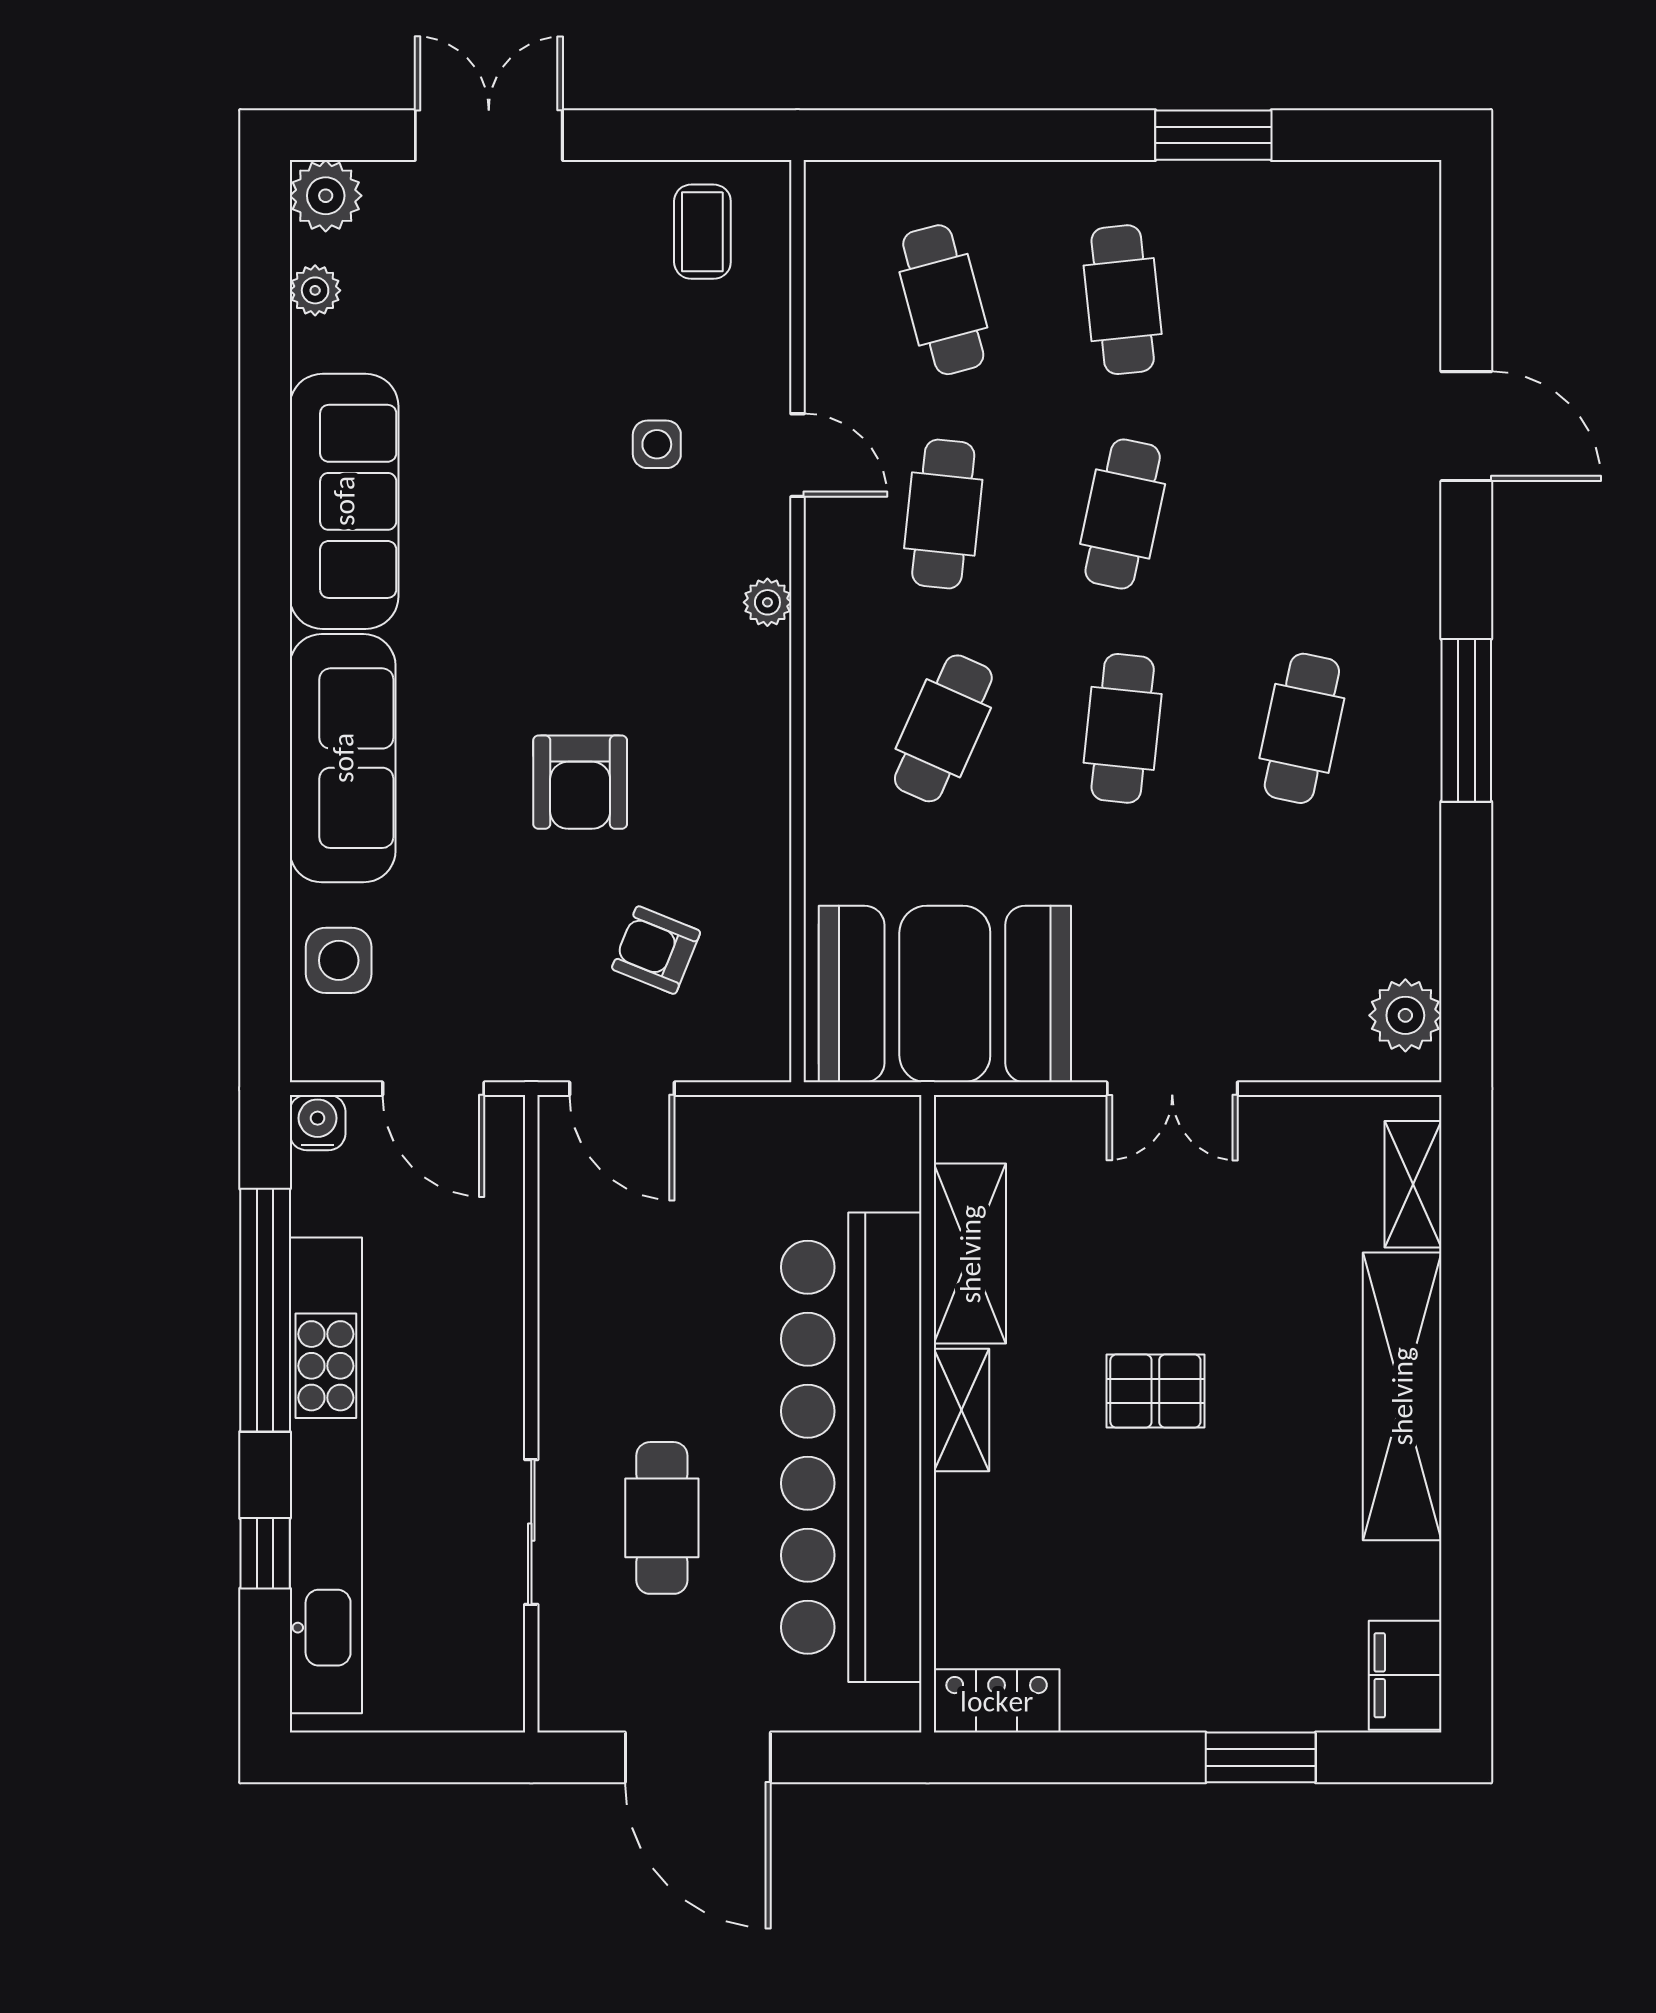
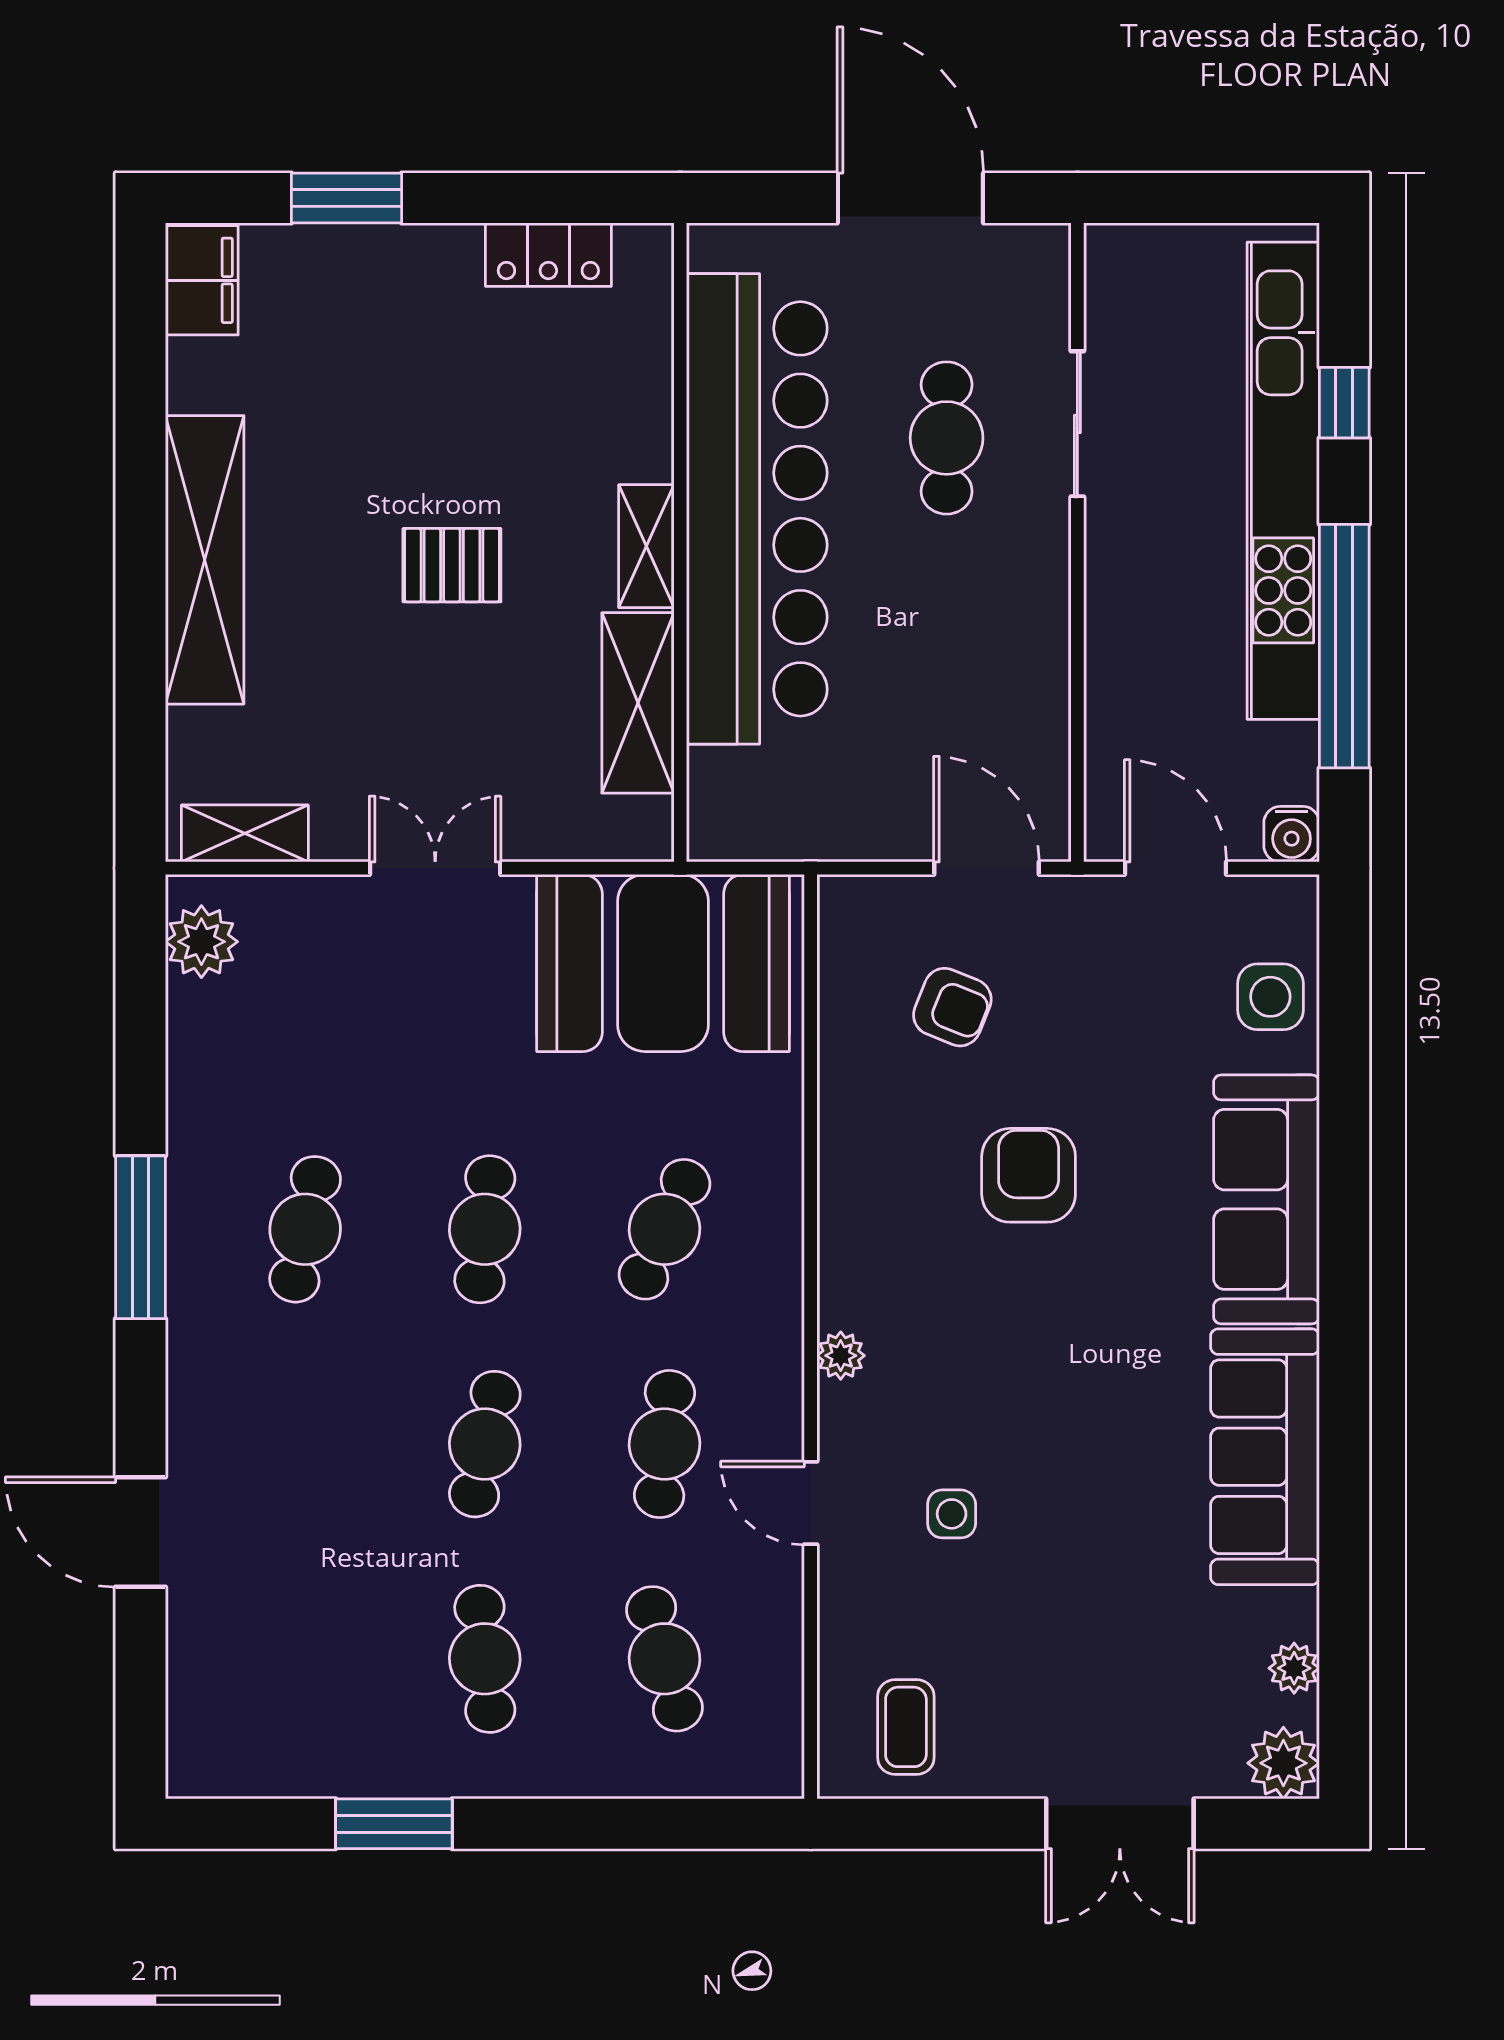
shelving: (1413, 1184) -> (245, 833), moved, turned 90
locker: (997, 1701) -> (548, 255), moved

